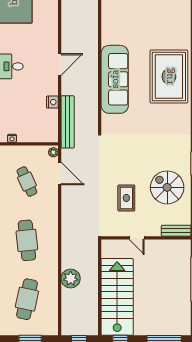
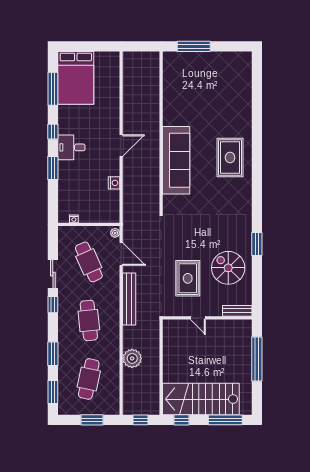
rug: (169, 76) -> (230, 157), width x0.73, depth x0.69
bench: (68, 122) -> (129, 299), moved
cafe table: (27, 182) -> (89, 262), width x1.37, depth x1.35
rug: (126, 198) -> (188, 278), width x1.36, depth x1.43
stairs: (117, 297) -> (201, 399), moved, turned -90

